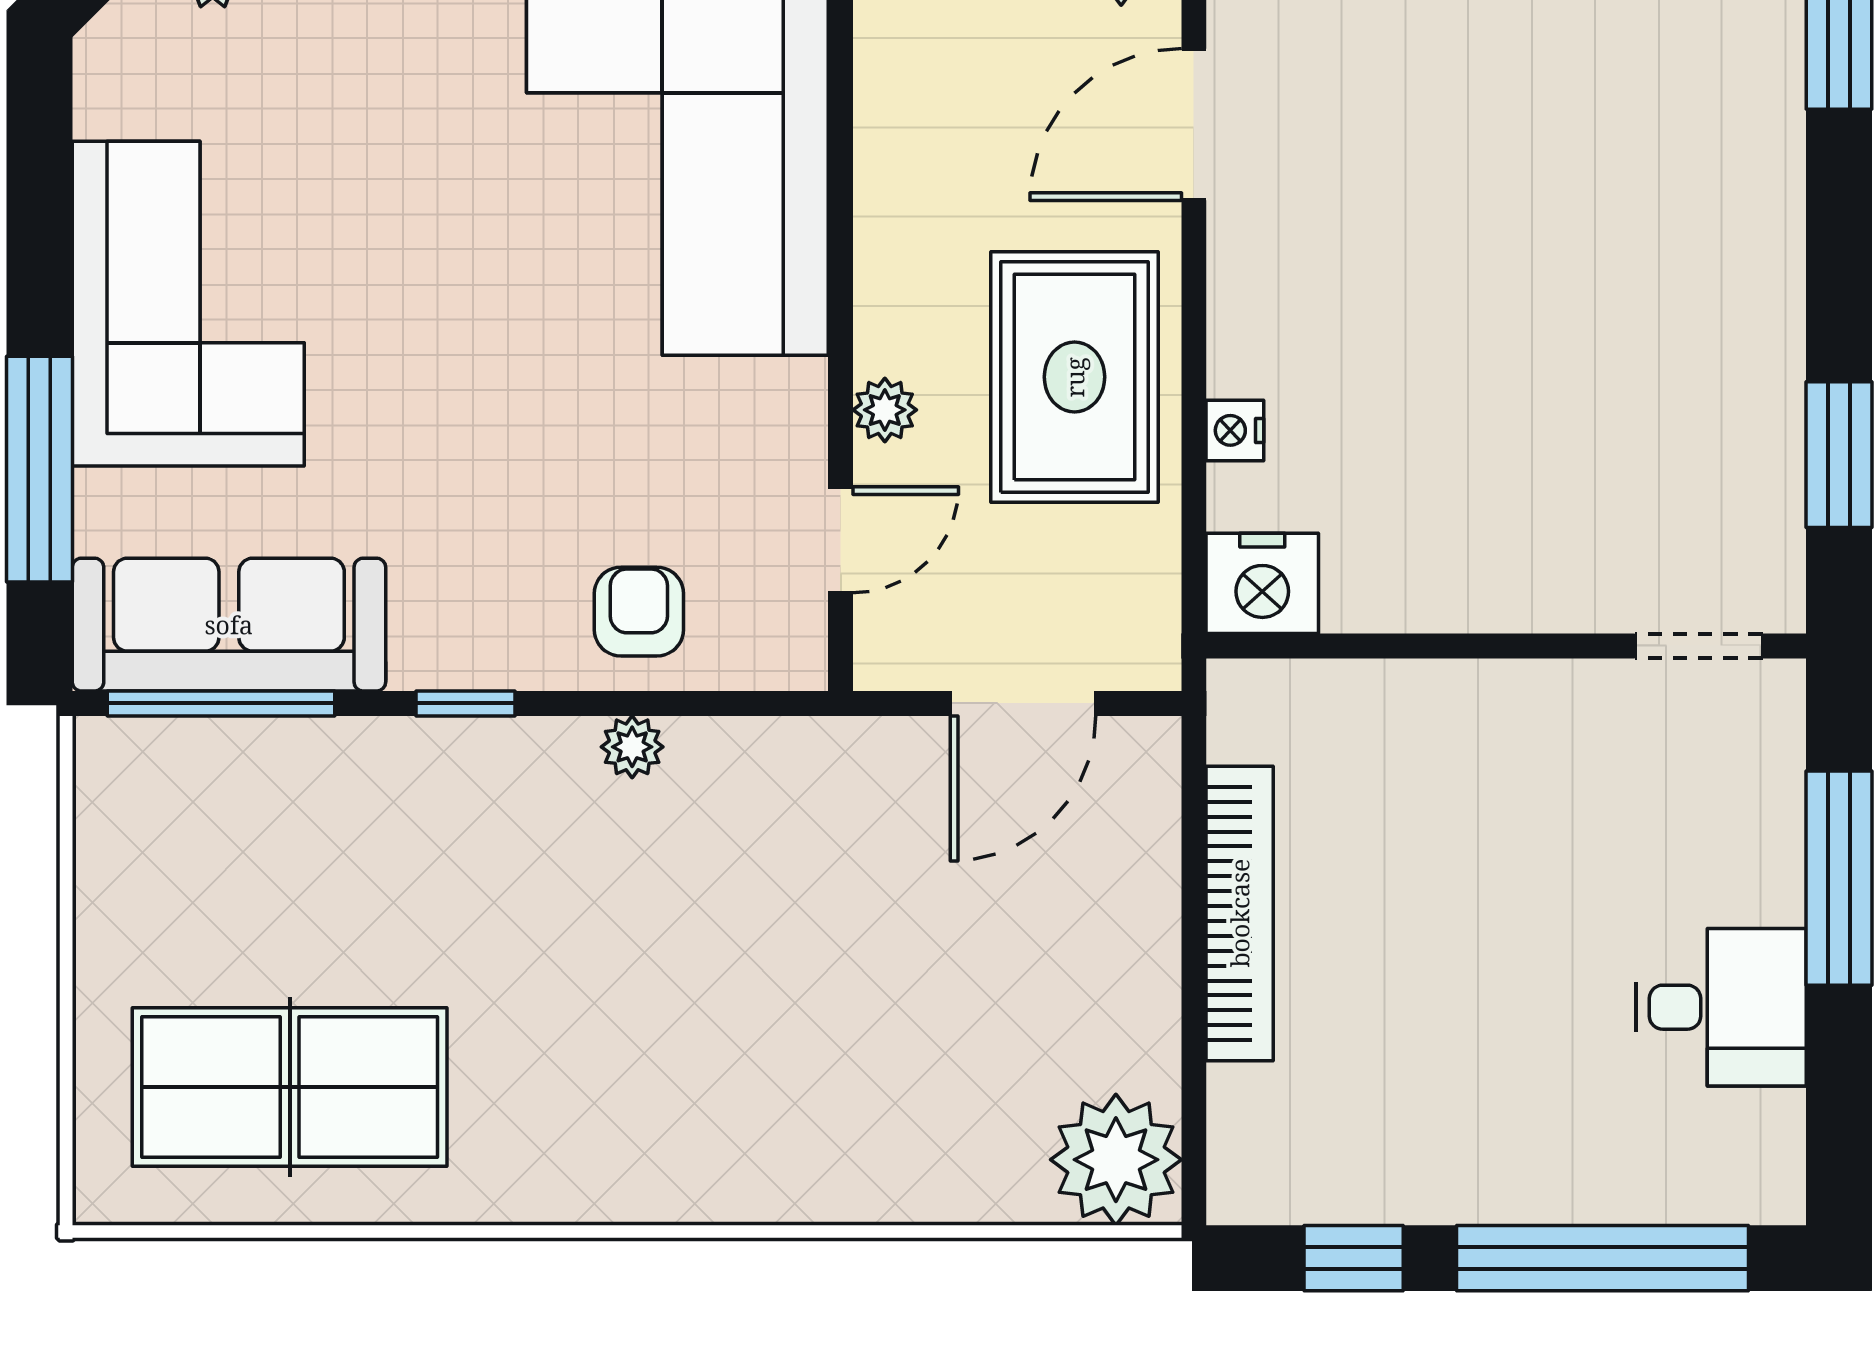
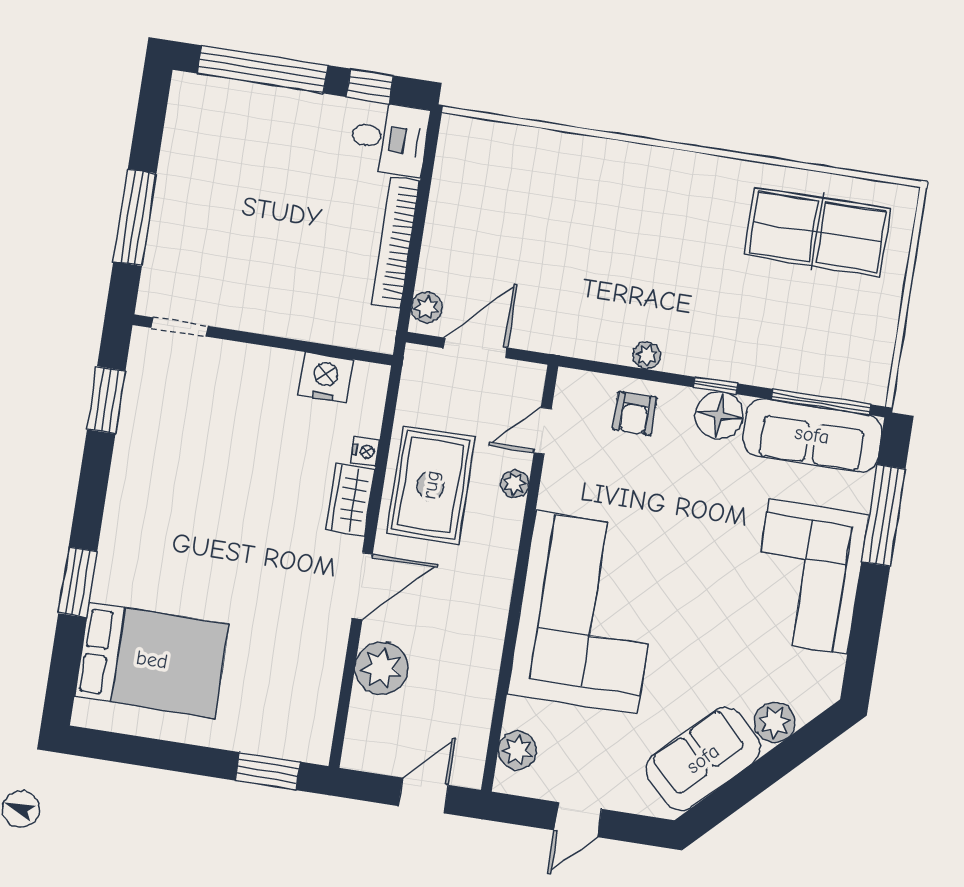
wardrobe: (1251, 316) -> (350, 500), added
nightstand: (1262, 583) -> (326, 377), moved
floor lamp: (446, 637) -> (719, 416), added
desk: (1721, 1007) -> (389, 139), moved, turned 180
plant: (1116, 1160) -> (427, 308), moved, width x0.53, depth x0.53

